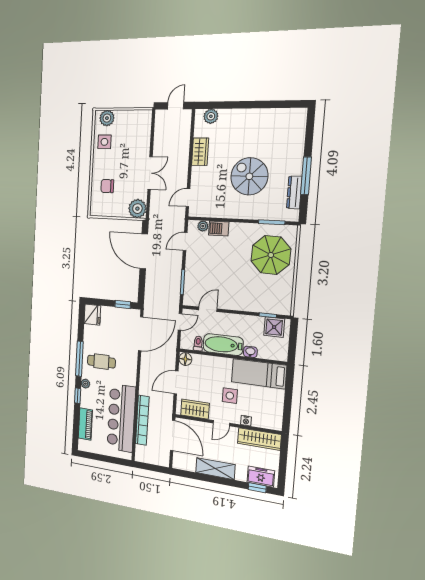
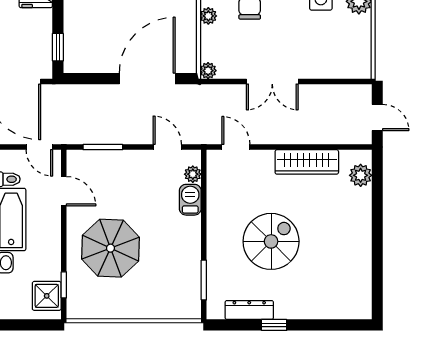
wardrobe: (200, 152) -> (307, 162), width x1.50
window: (306, 176) -> (274, 325), width x0.46
plant: (137, 209) -> (208, 71), width x0.53, depth x0.53
plant: (110, 212) -> (208, 16), added
parasol: (271, 255) -> (110, 248), moved

